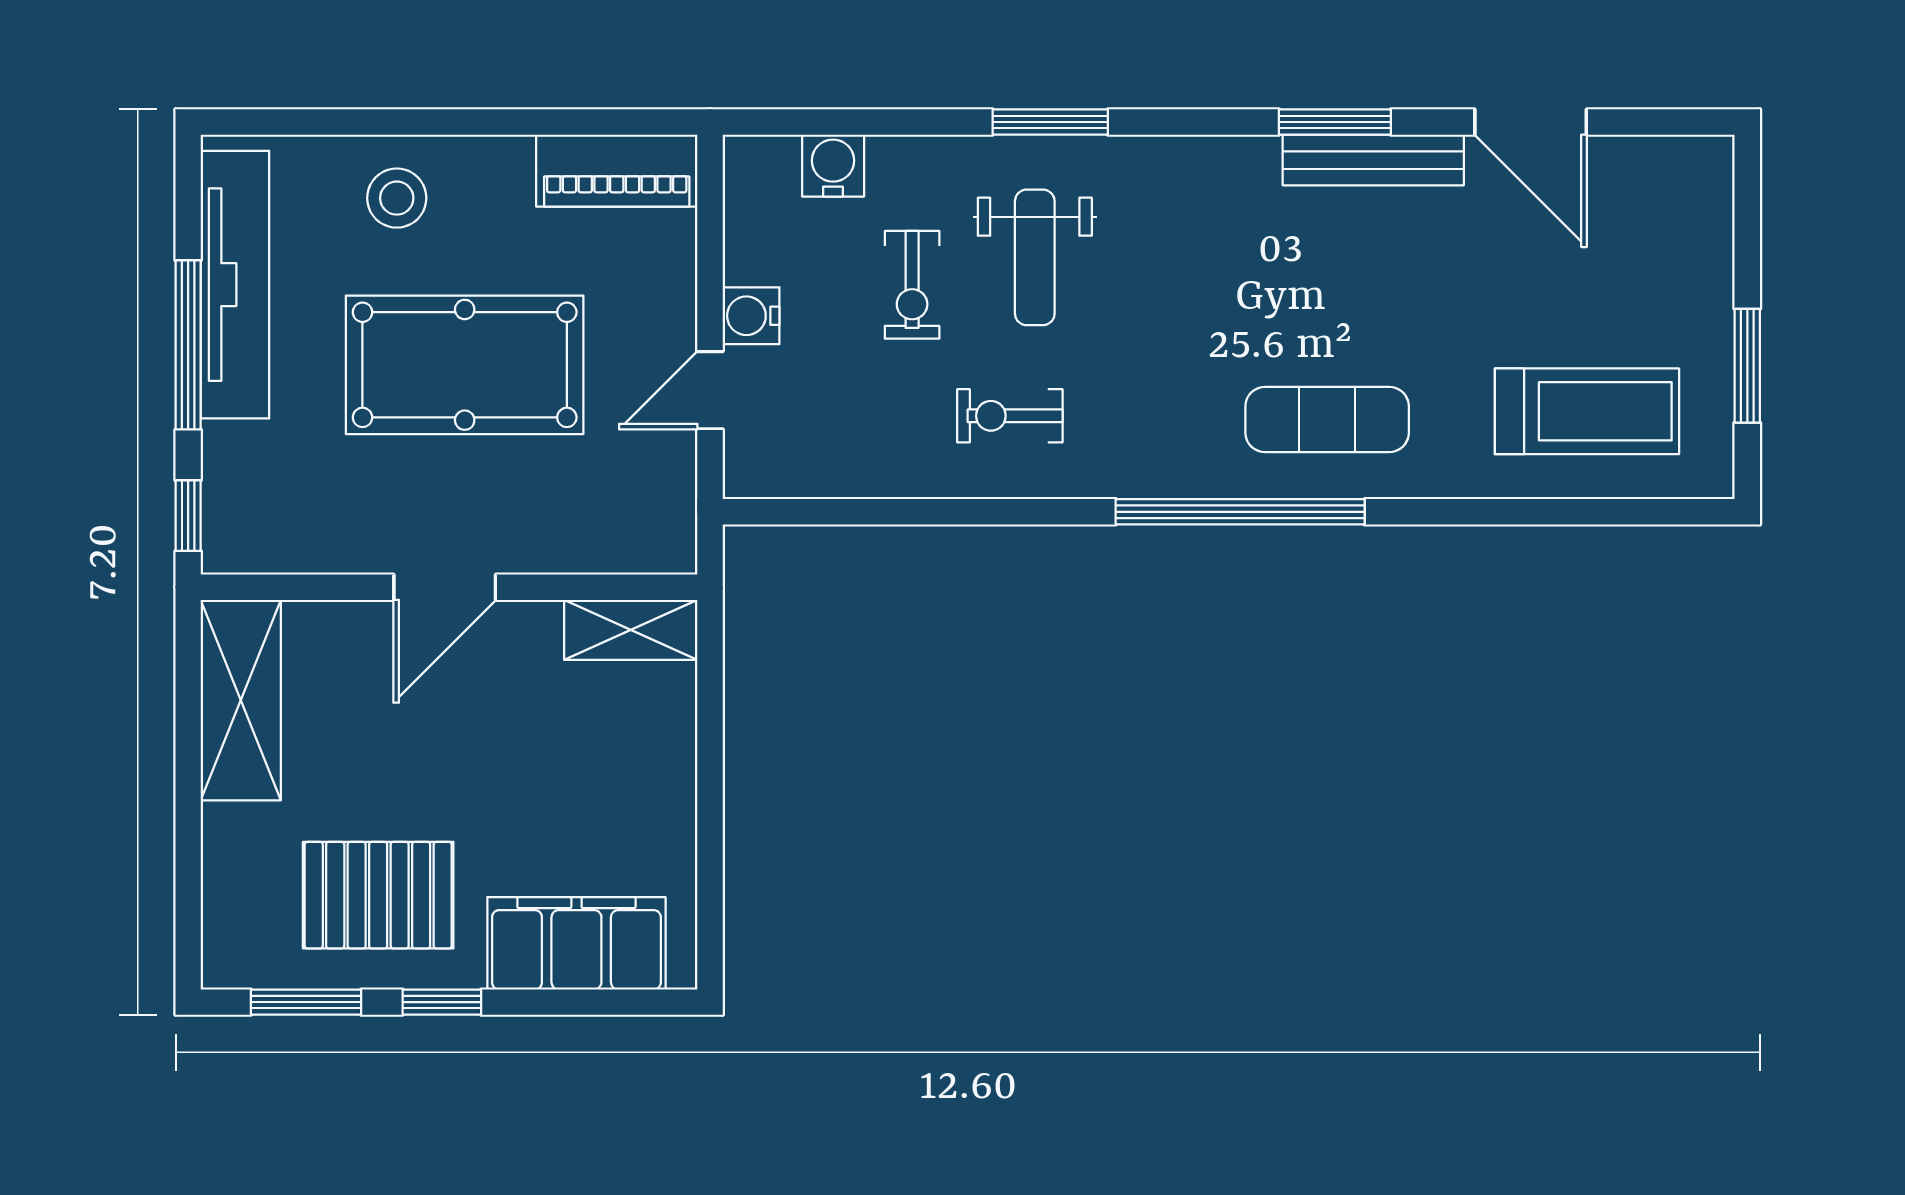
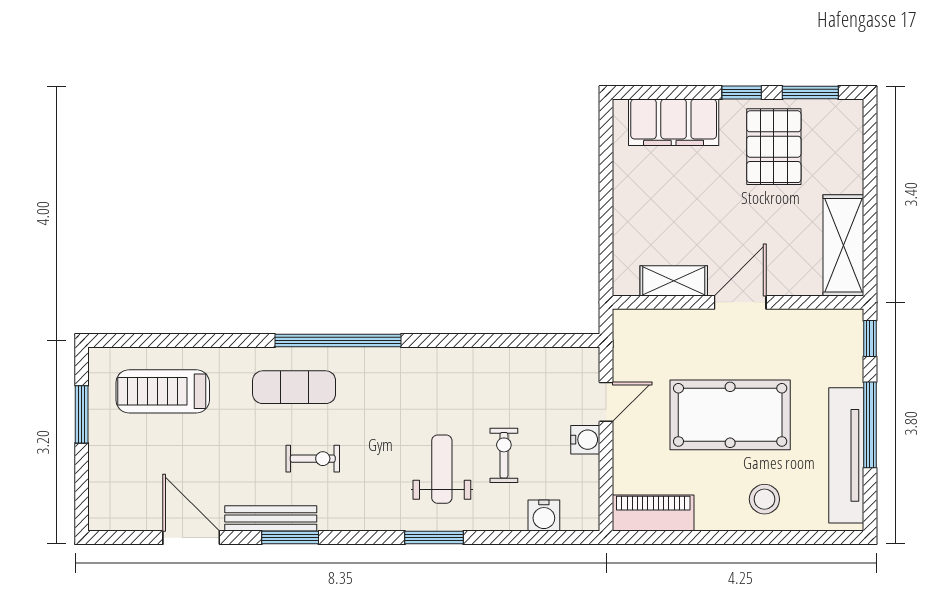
exercise bike: (1010, 416) -> (313, 459), moved
shelving: (631, 630) -> (674, 281), moved
pallet: (378, 895) -> (774, 147), turned 90

